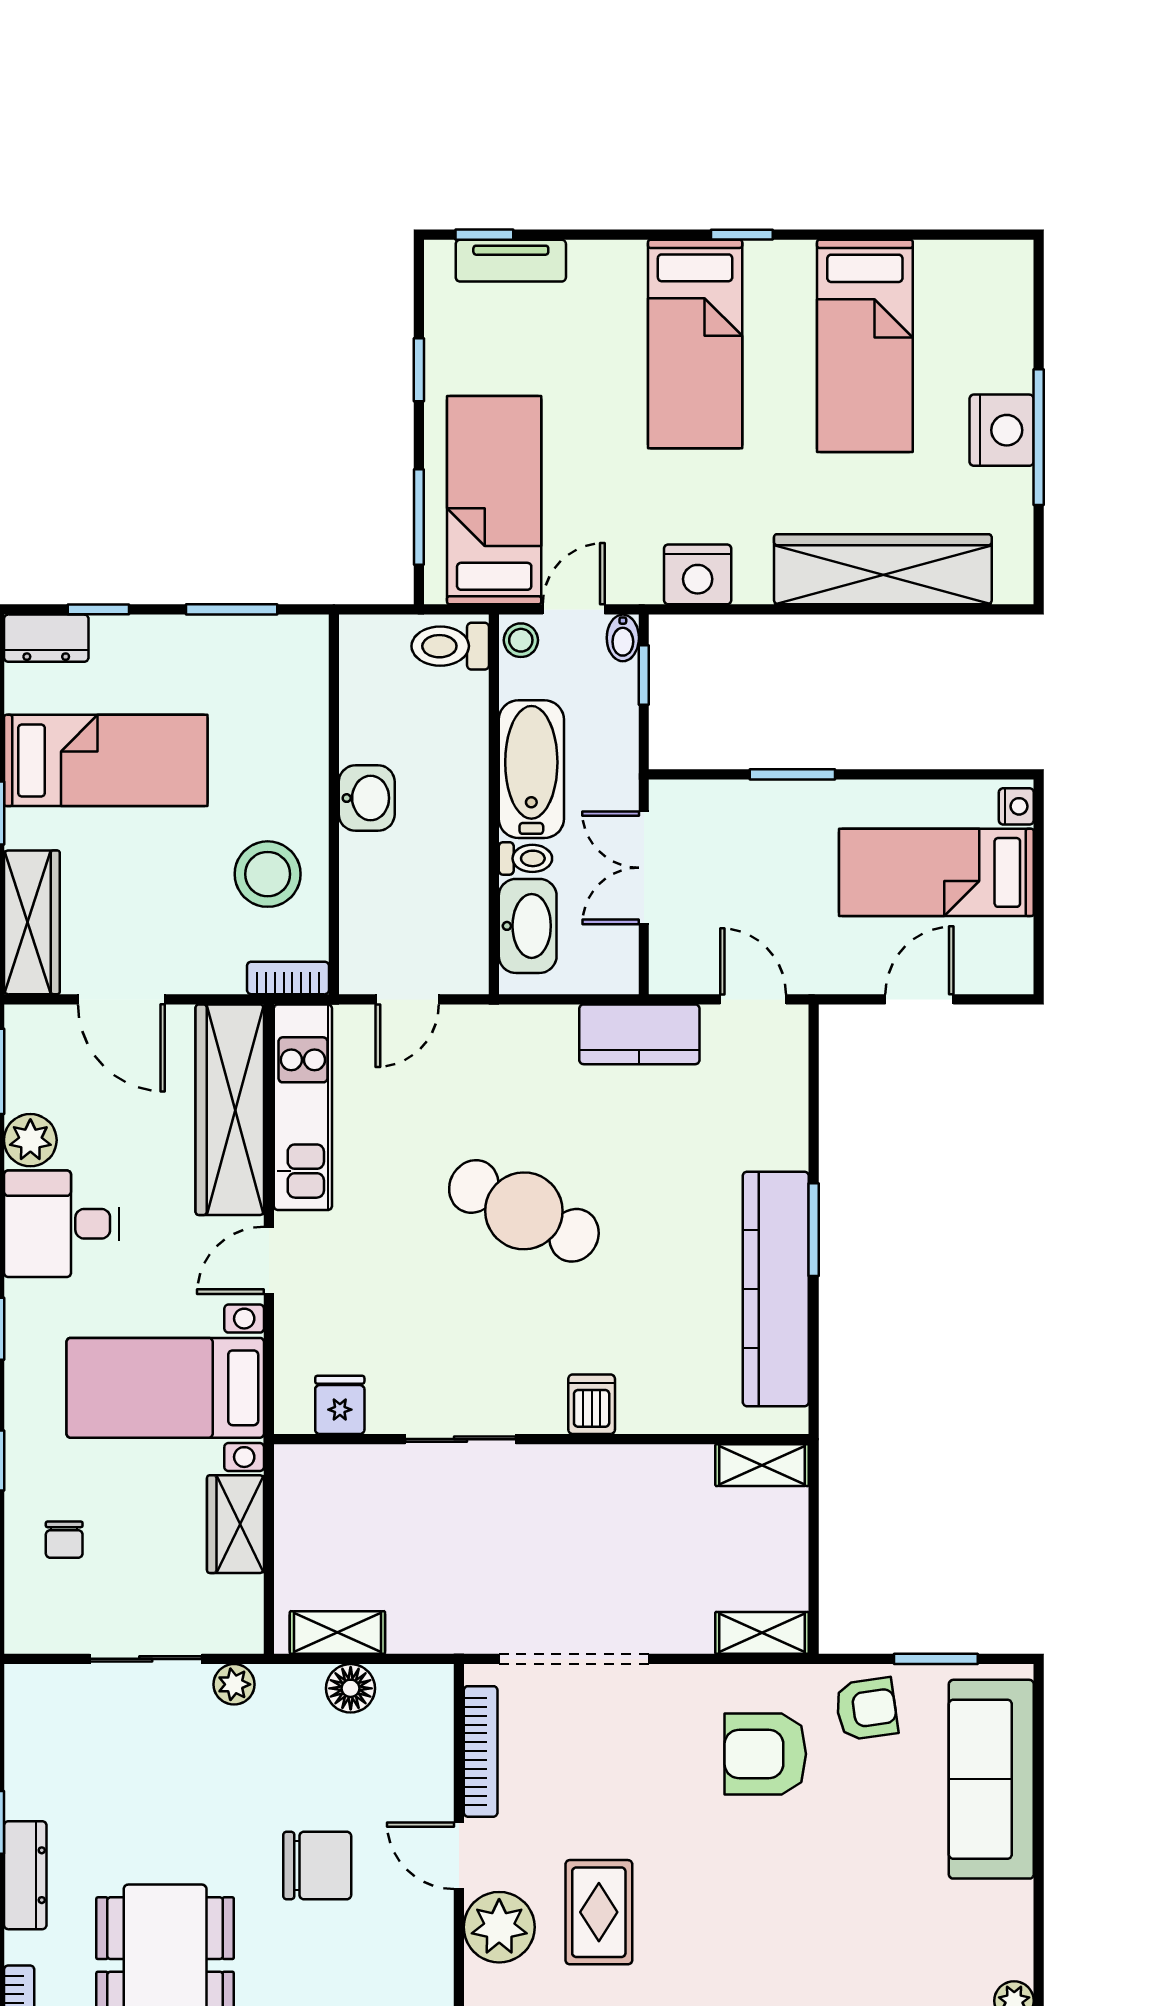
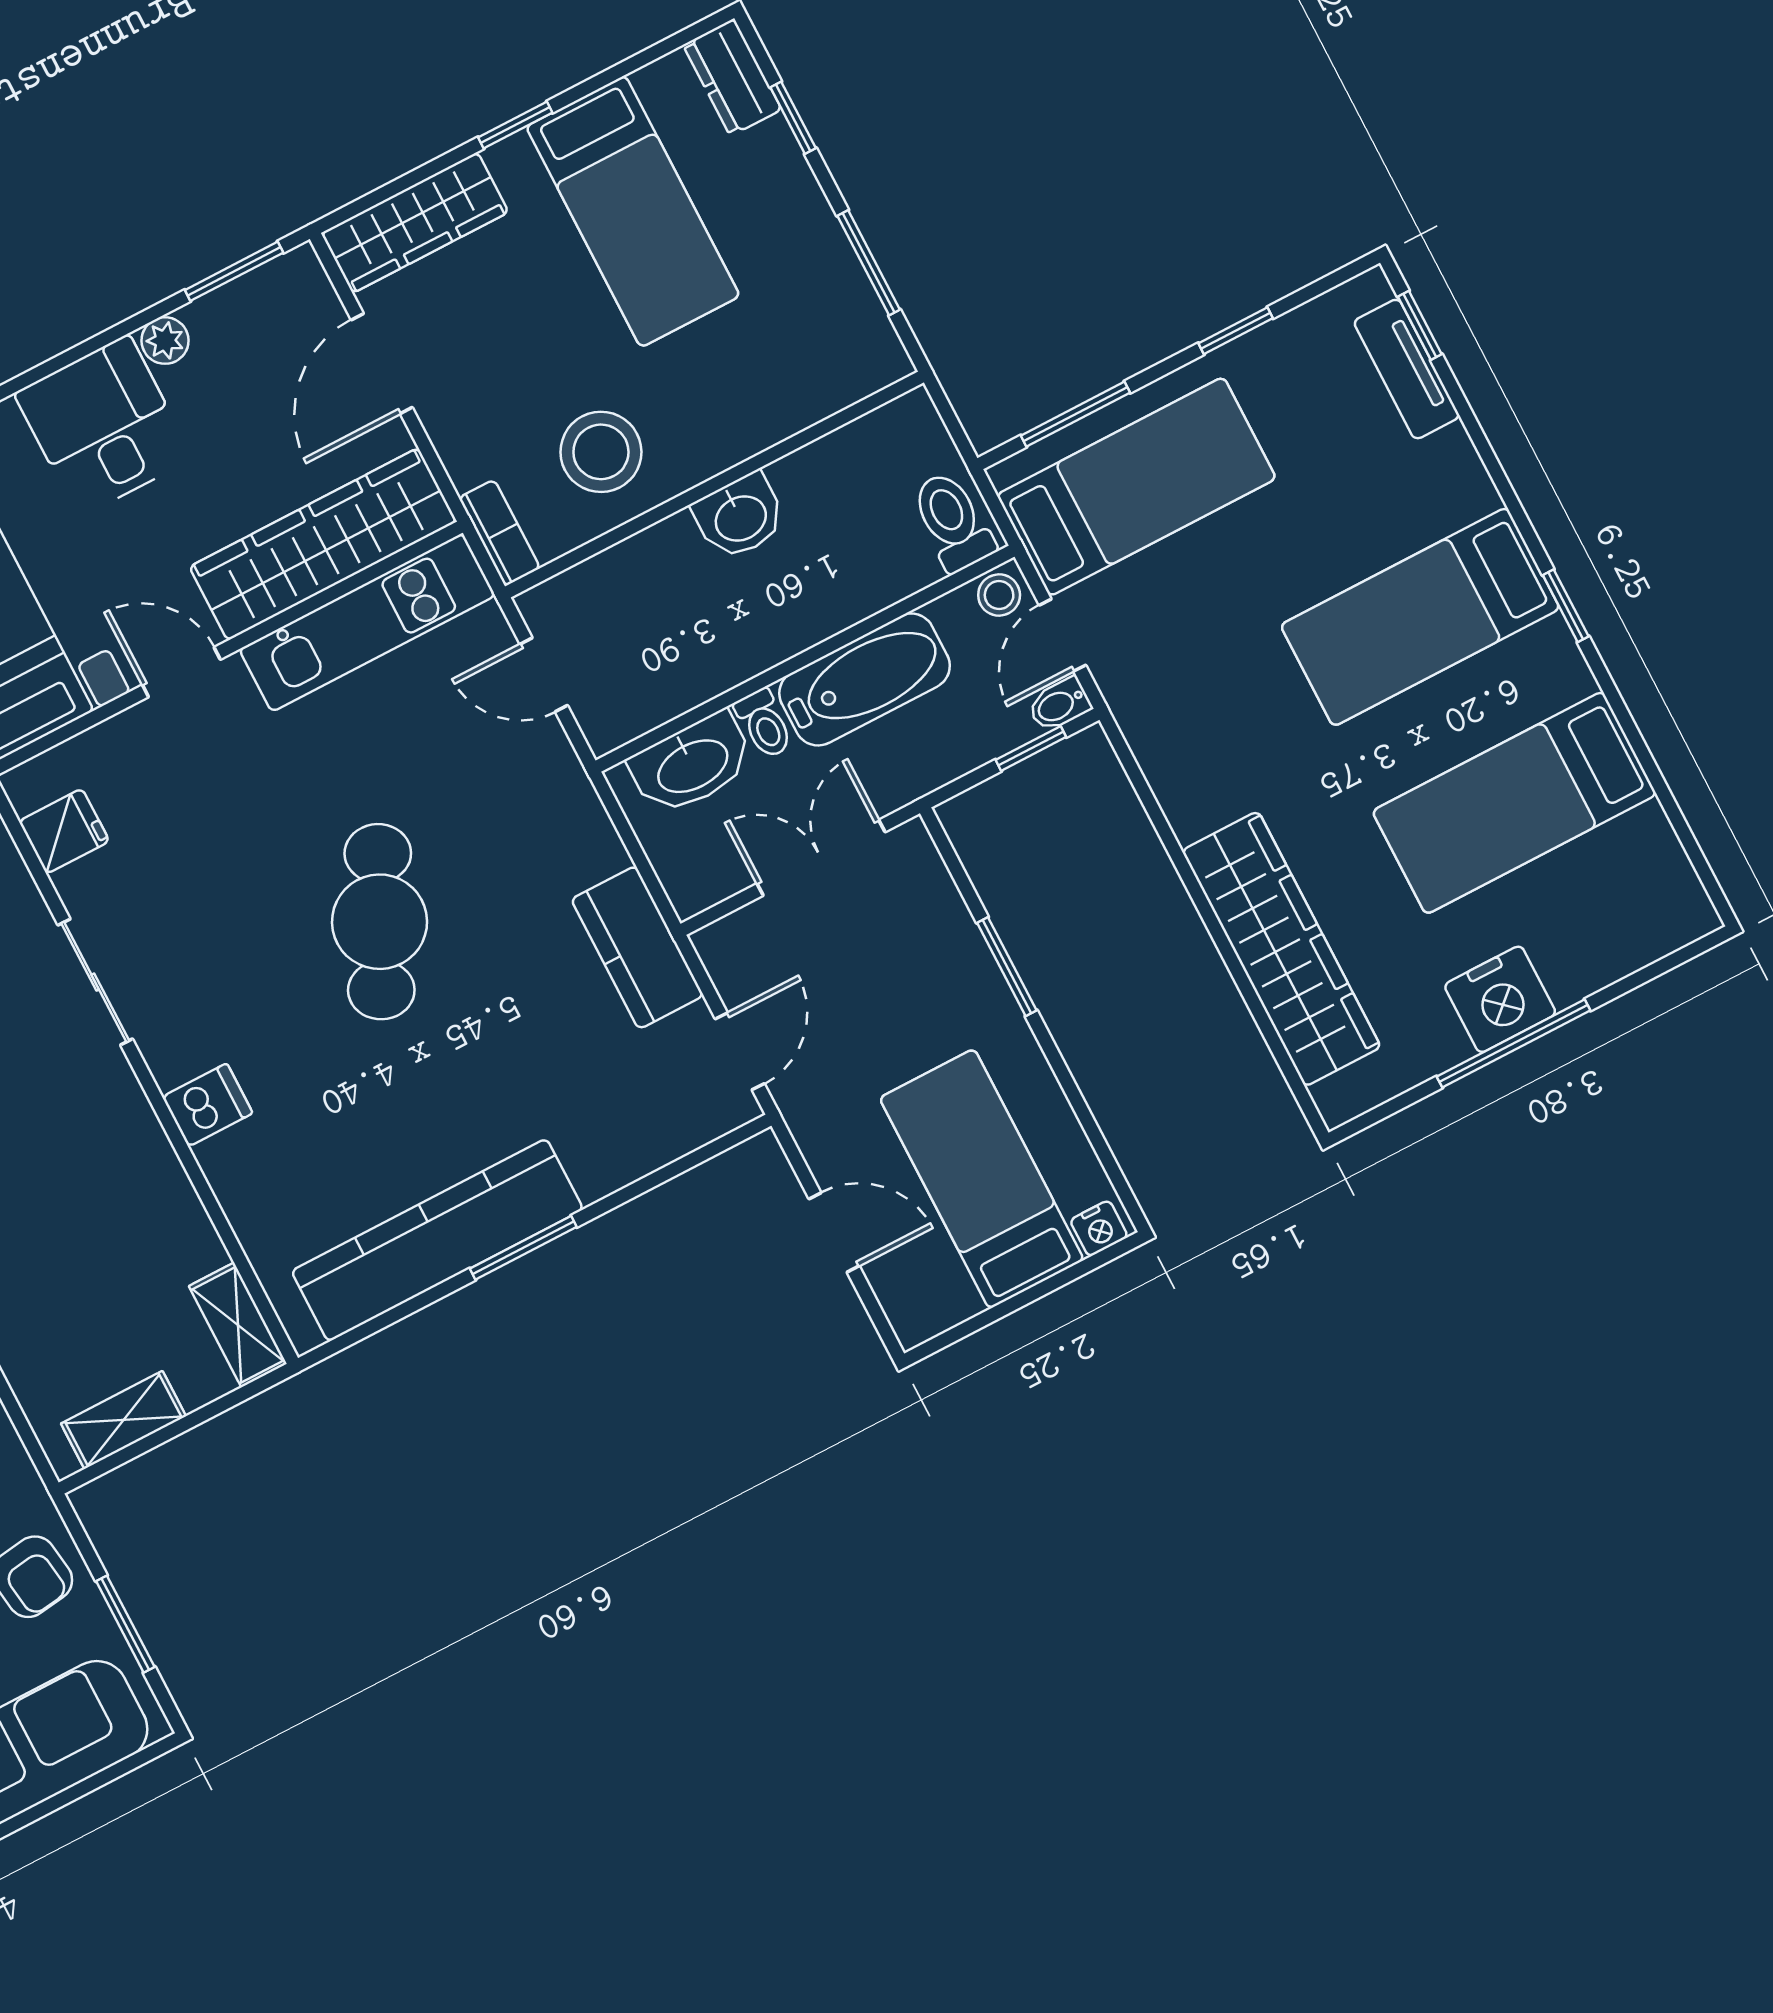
nightstand: (698, 574) -> (1171, 750), removed
door: (574, 609) -> (1062, 635), swing flipped
plant: (30, 1140) -> (165, 341), width x0.73, depth x0.73
shelving: (762, 1633) -> (123, 1420), moved, turned 90

